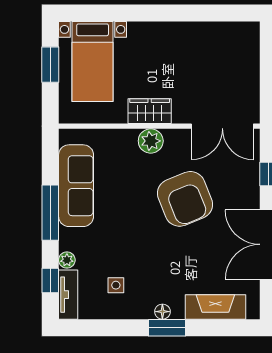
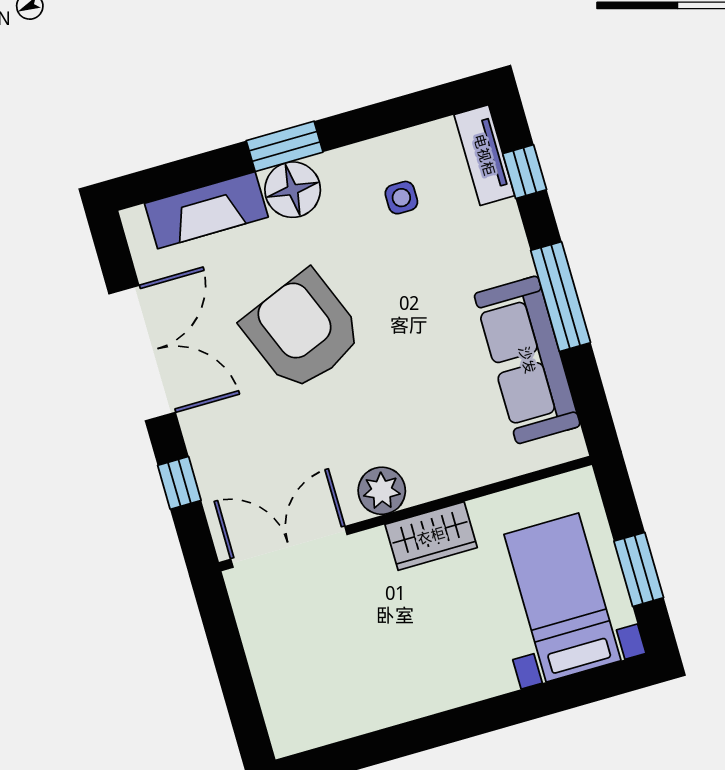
plant: (151, 141) -> (382, 491), moved
armchair: (185, 199) -> (303, 331), moved
plant: (67, 260) -> (505, 218), removed
floor lamp: (162, 312) -> (293, 190), width x1.89, depth x1.89

